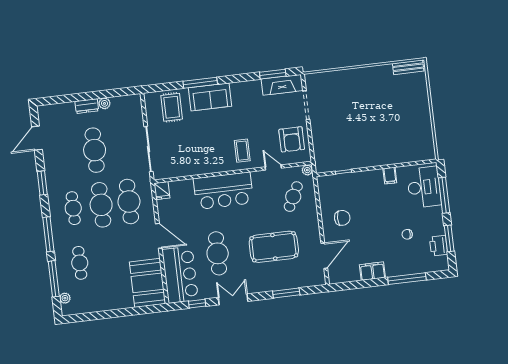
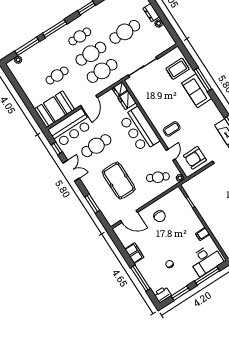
fridge: (180, 189) -> (127, 100), added
printer: (438, 246) -> (163, 295), moved
cafe table: (80, 263) -> (57, 75), moved

